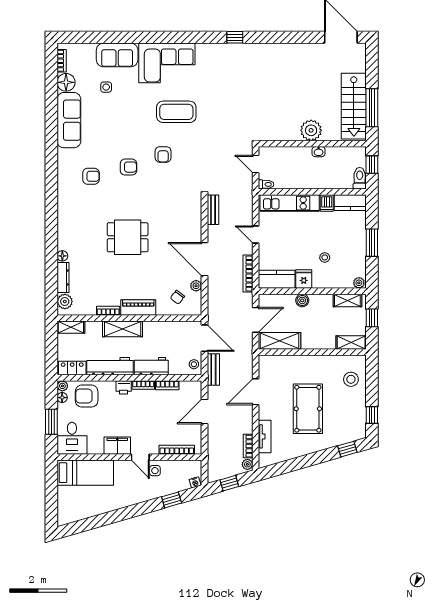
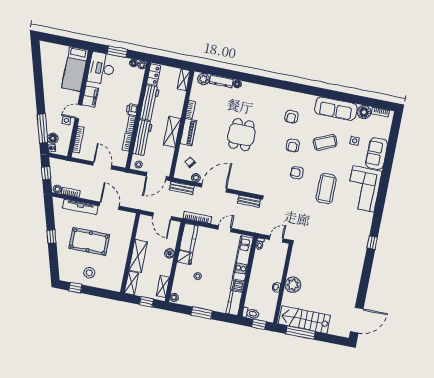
coffee table: (116, 125) -> (325, 143), added
shelving: (123, 329) -> (172, 132), moved
shelving: (280, 341) -> (138, 256), moved
workbench: (151, 366) -> (143, 138), width x1.38
bench: (213, 369) -> (182, 188), moved
stool: (351, 379) -> (89, 273), moved
armchair: (87, 396) -> (131, 81), removed
tv unit: (265, 436) -> (80, 207), width x1.41
desk: (72, 438) -> (101, 68), width x1.37
window: (347, 449) -> (52, 237), moved
floor lamp: (182, 484) -> (53, 138), added
window: (172, 500) -> (42, 128), width x2.17

